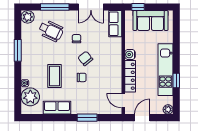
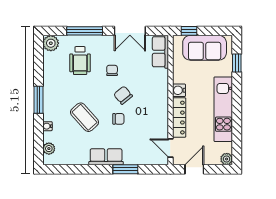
wheelchair: (51, 31) -> (80, 61), turned 65
window: (18, 50) -> (39, 100), moved
coffee table: (55, 76) -> (84, 117), turned -42
window: (176, 81) -> (237, 63), moved
plant: (30, 97) -> (49, 149), width x0.53, depth x0.53
row of seats: (57, 108) -> (106, 157), moved

